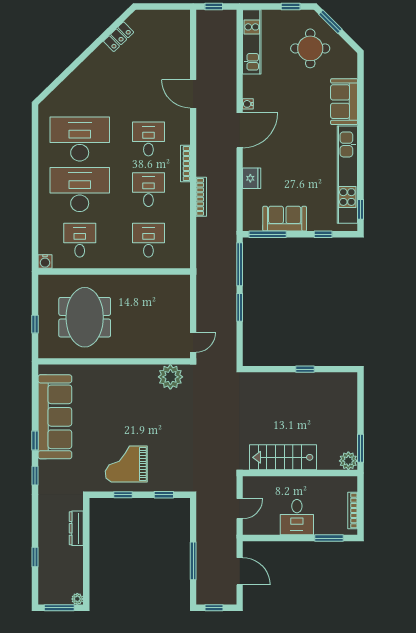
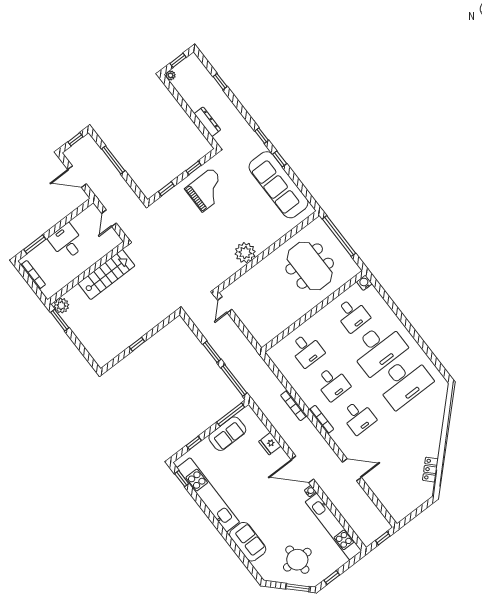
kitchen unit: (252, 42) -> (333, 526), width x1.36
door: (240, 130) -> (302, 469), hinge flipped
window: (35, 324) -> (339, 236), width x3.17
plant: (170, 377) -> (245, 253), moved
window: (59, 608) -> (178, 60), width x0.67

